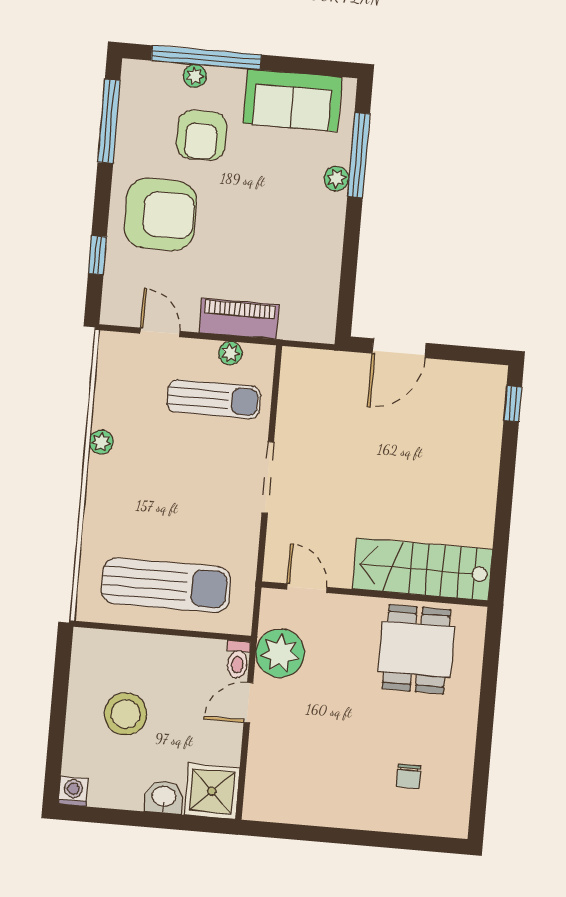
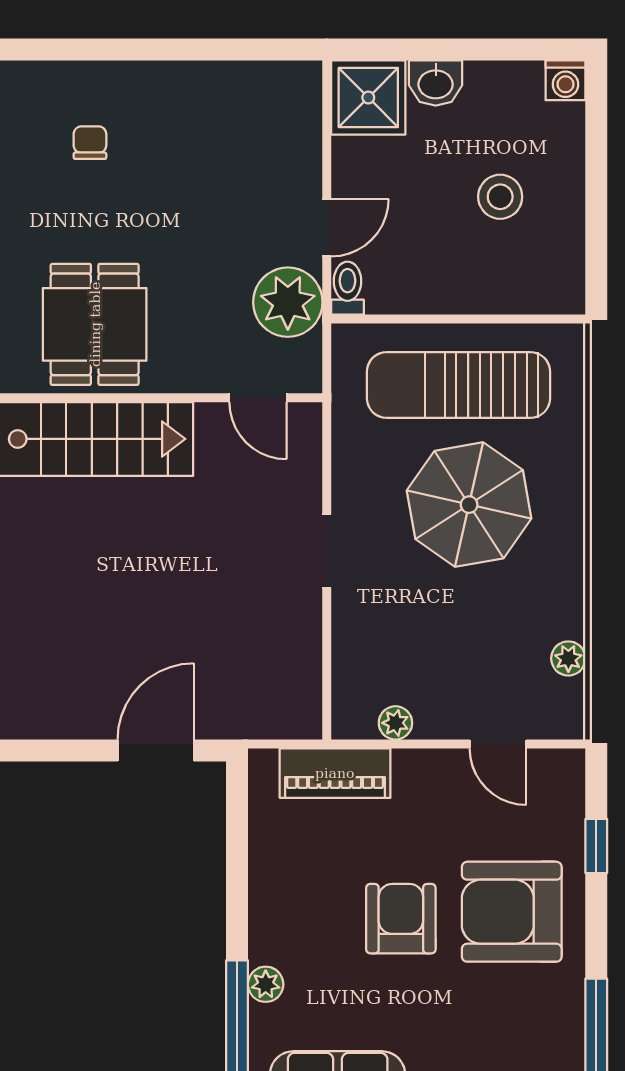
armchair: (201, 135) -> (401, 919), moved
piano: (239, 319) -> (335, 773), moved
sun lounger: (214, 399) -> (413, 655), removed
plant: (101, 442) -> (568, 658), moved
doorway: (268, 477) -> (327, 551), width x0.73
parasol: (166, 501) -> (469, 505), added
stool: (126, 714) -> (500, 197), width x0.73, depth x0.73

